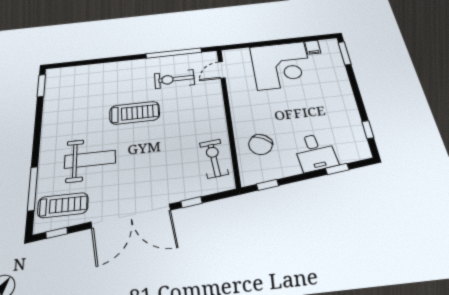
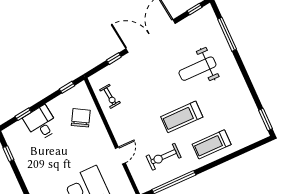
door: (222, 70) -> (120, 156), moved
exercise bike: (174, 79) -> (164, 157), turned 180
exercise bike: (214, 159) -> (110, 96), width x0.73, depth x0.72
treadmill: (63, 205) -> (212, 144), moved

